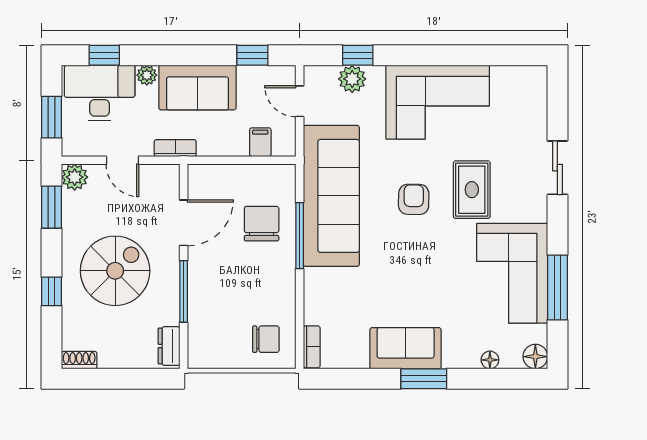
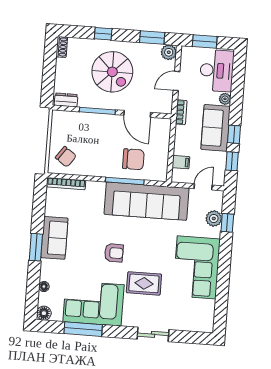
window: (104, 55) -> (234, 134), moved
armchair: (414, 199) -> (114, 253), moved
chair: (266, 339) -> (66, 157), turned -55
bookcase: (312, 347) -> (66, 184), width x1.56

